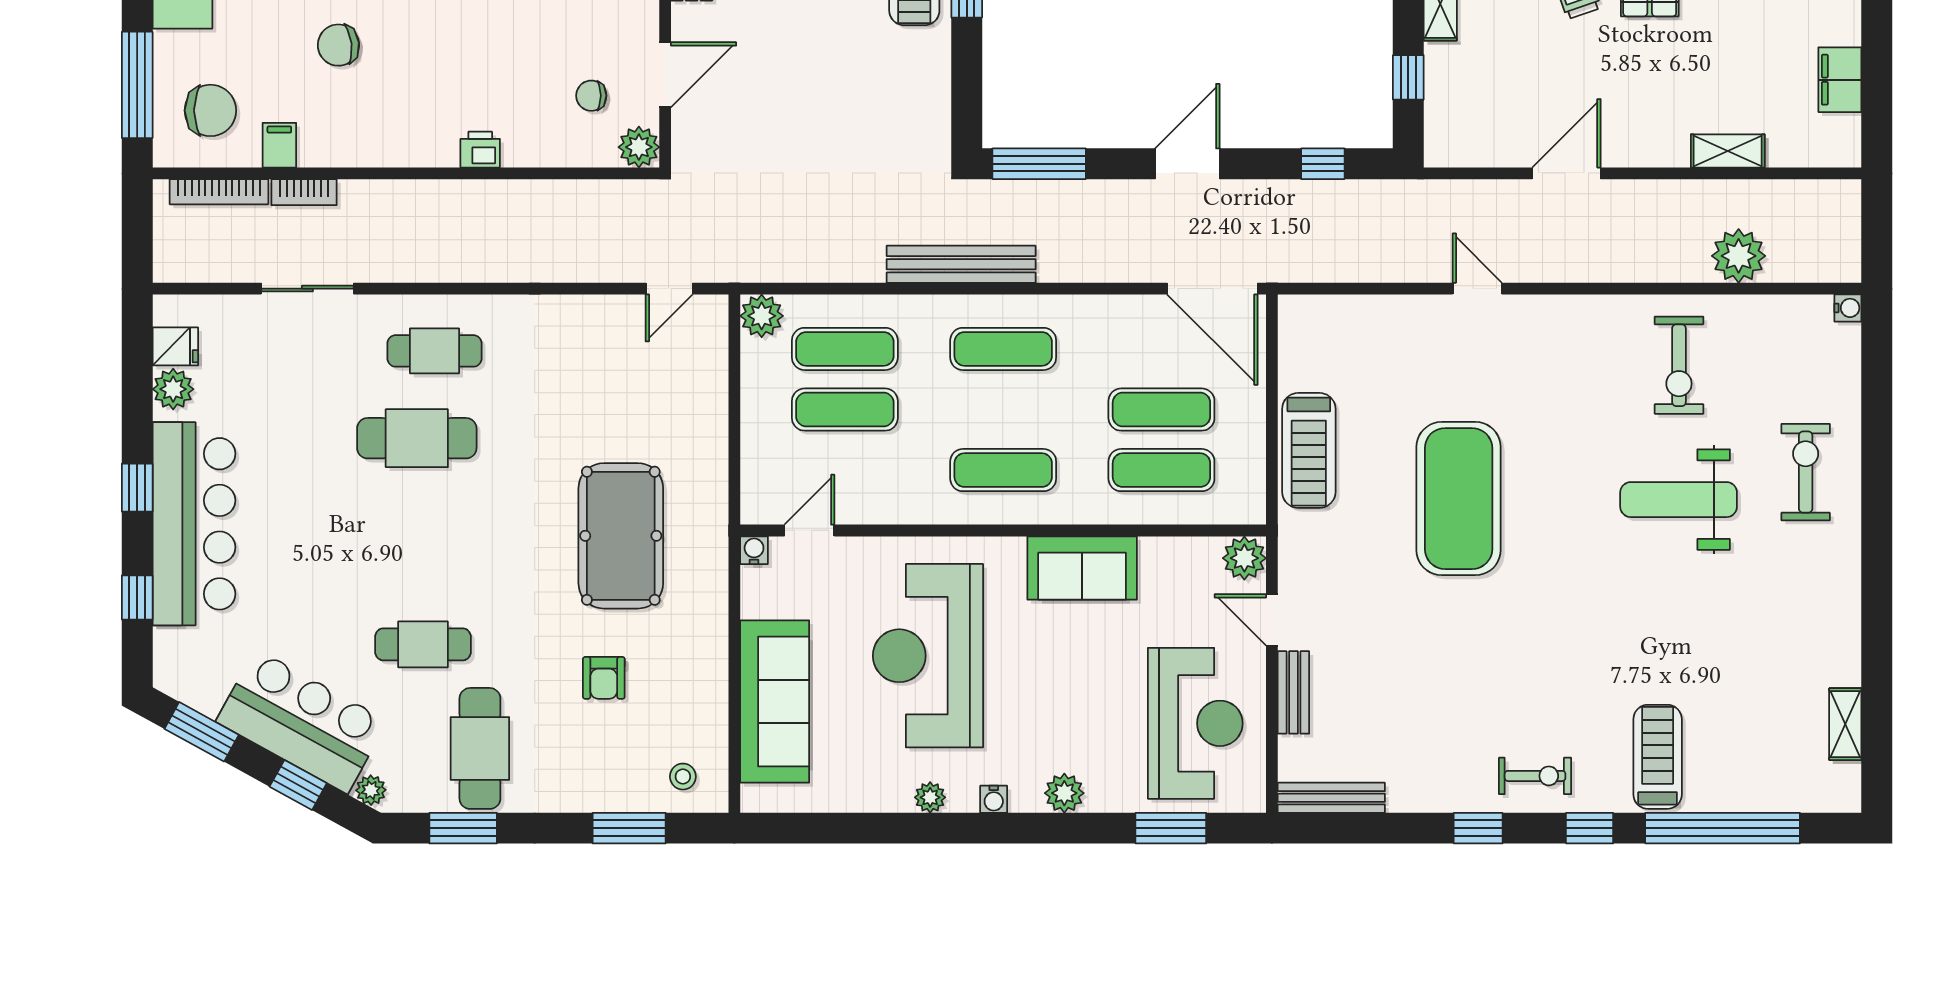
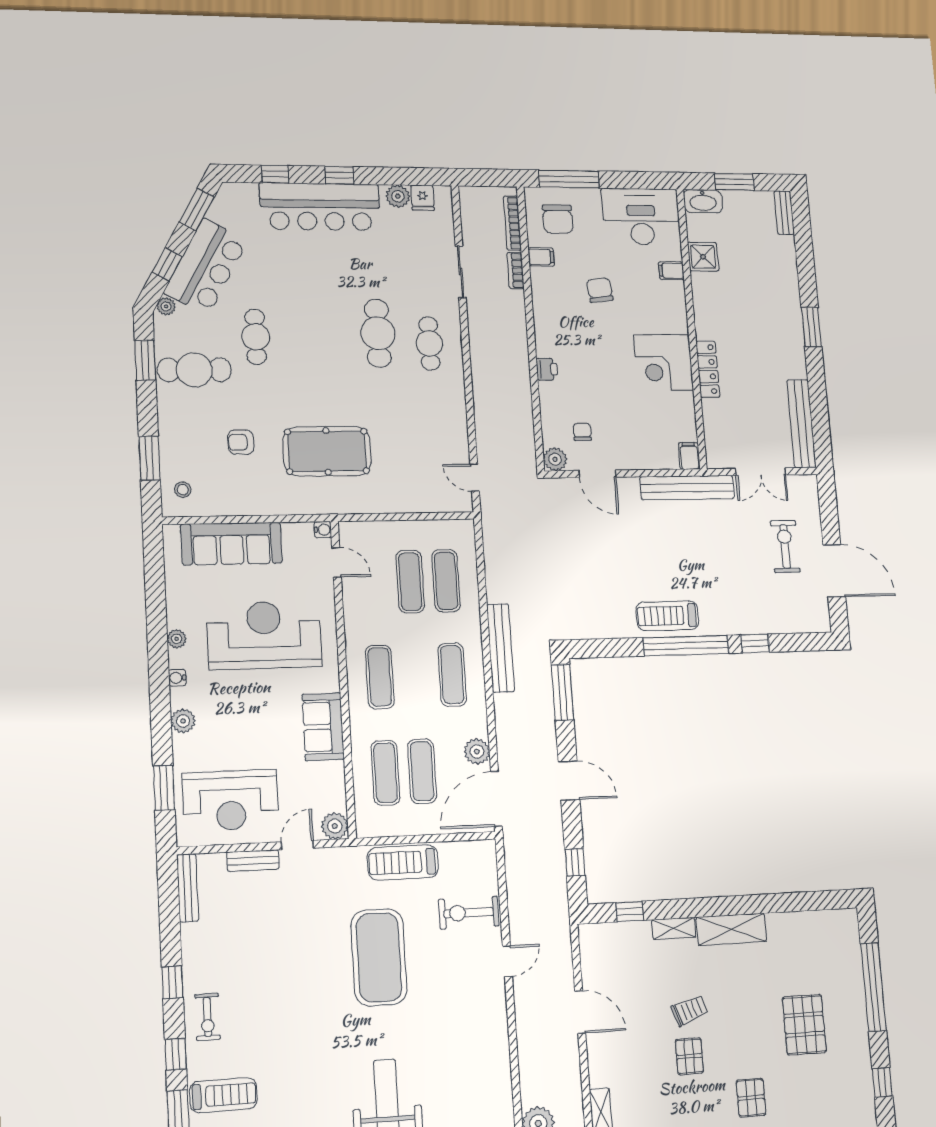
plant: (762, 316) -> (477, 752), moved
exercise bike: (1679, 365) -> (469, 913), moved
exercise mat: (1459, 499) -> (379, 957), turned 90

